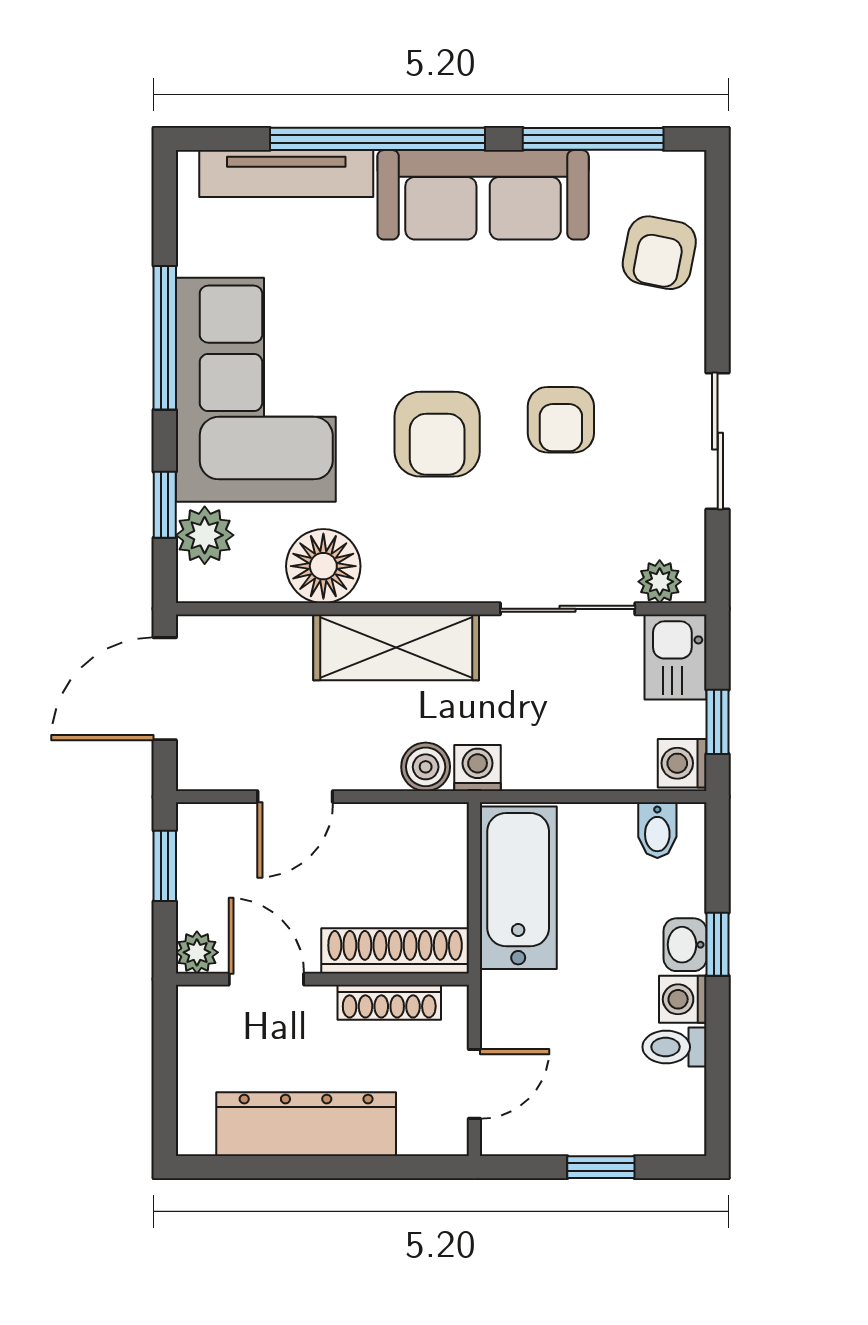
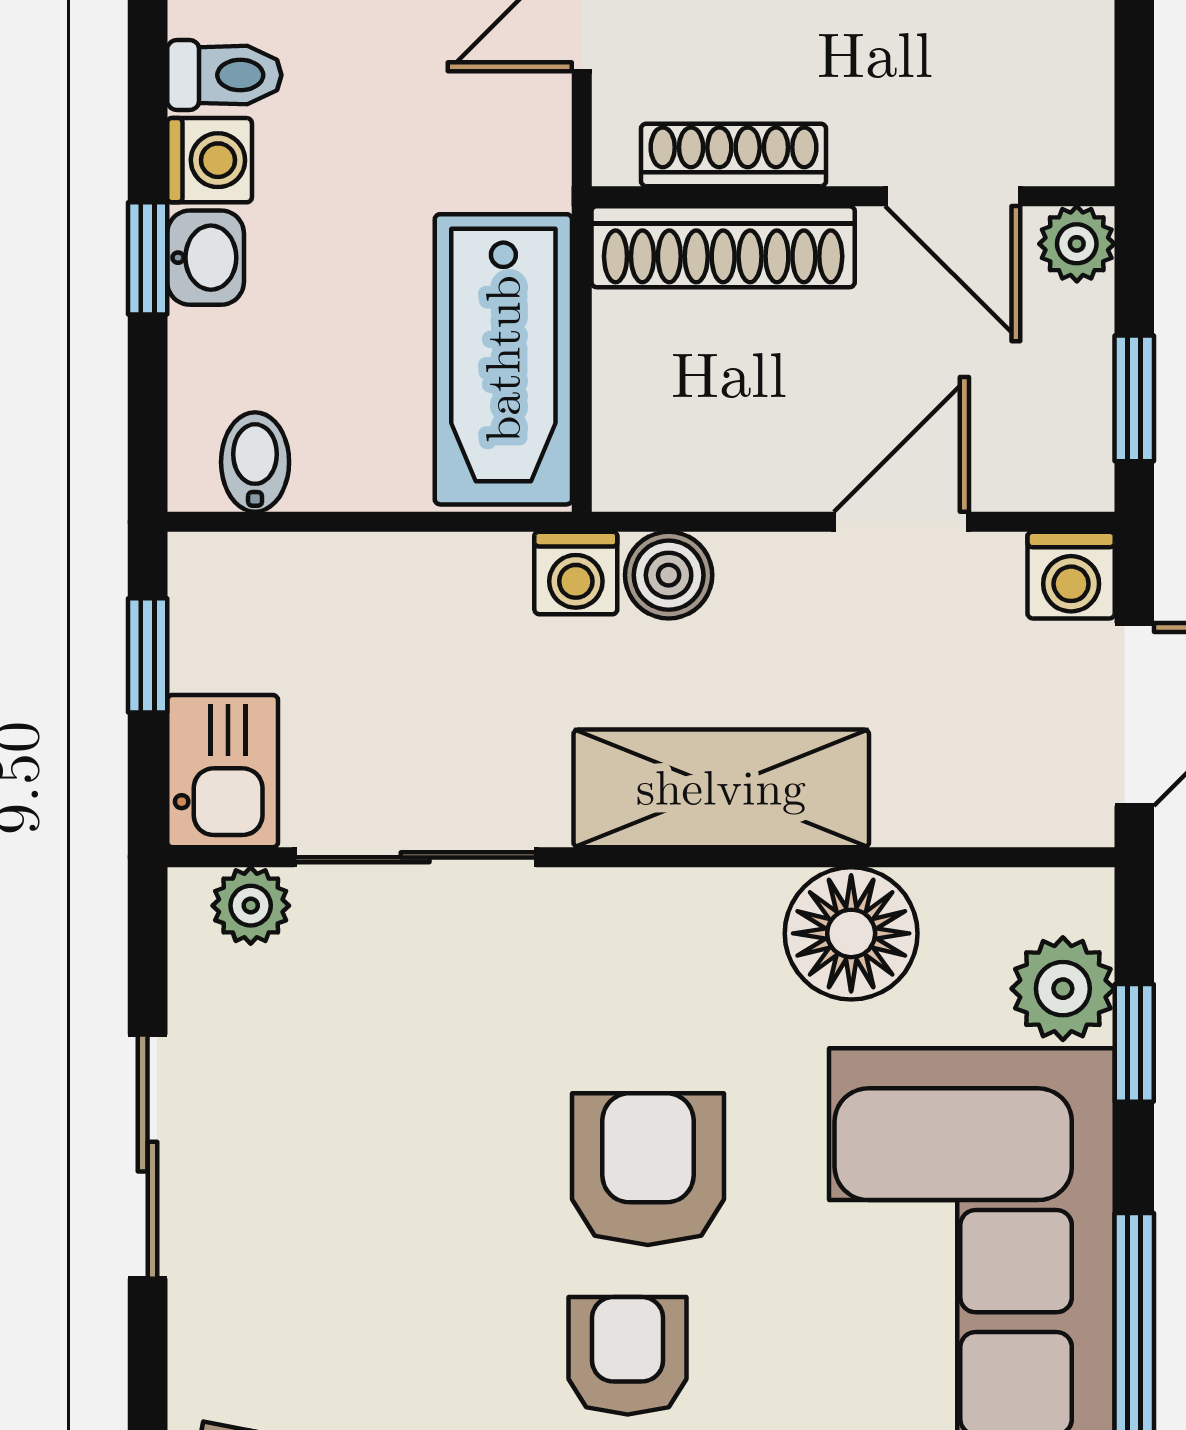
armchair: (561, 420) -> (628, 1356), moved
washing machine: (682, 763) -> (1071, 575), moved, turned 90

